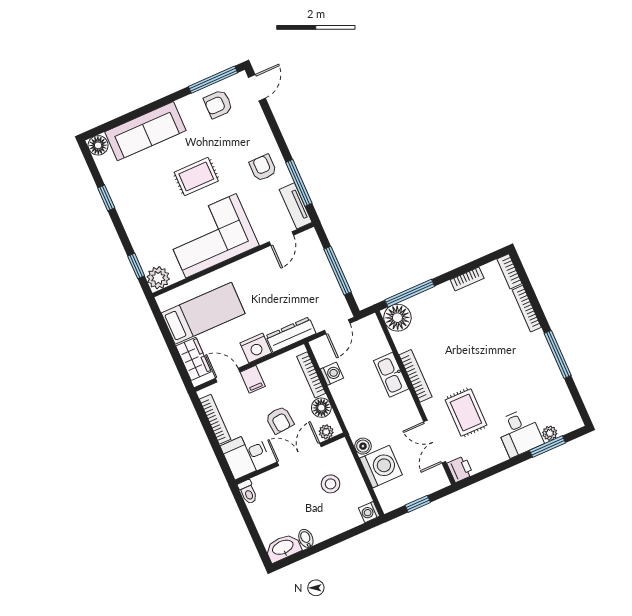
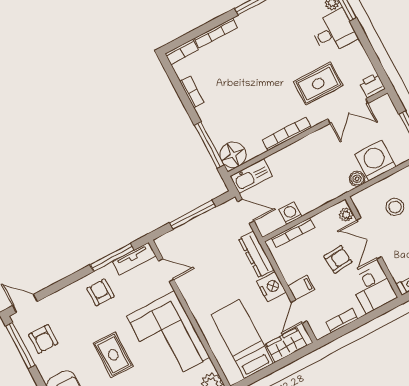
armchair: (263, 168) -> (100, 292), turned 90
kitchen sink: (391, 375) -> (251, 176), moved
floor lamp: (321, 408) -> (323, 221), removed
bookcase: (215, 419) -> (342, 321), width x0.64

